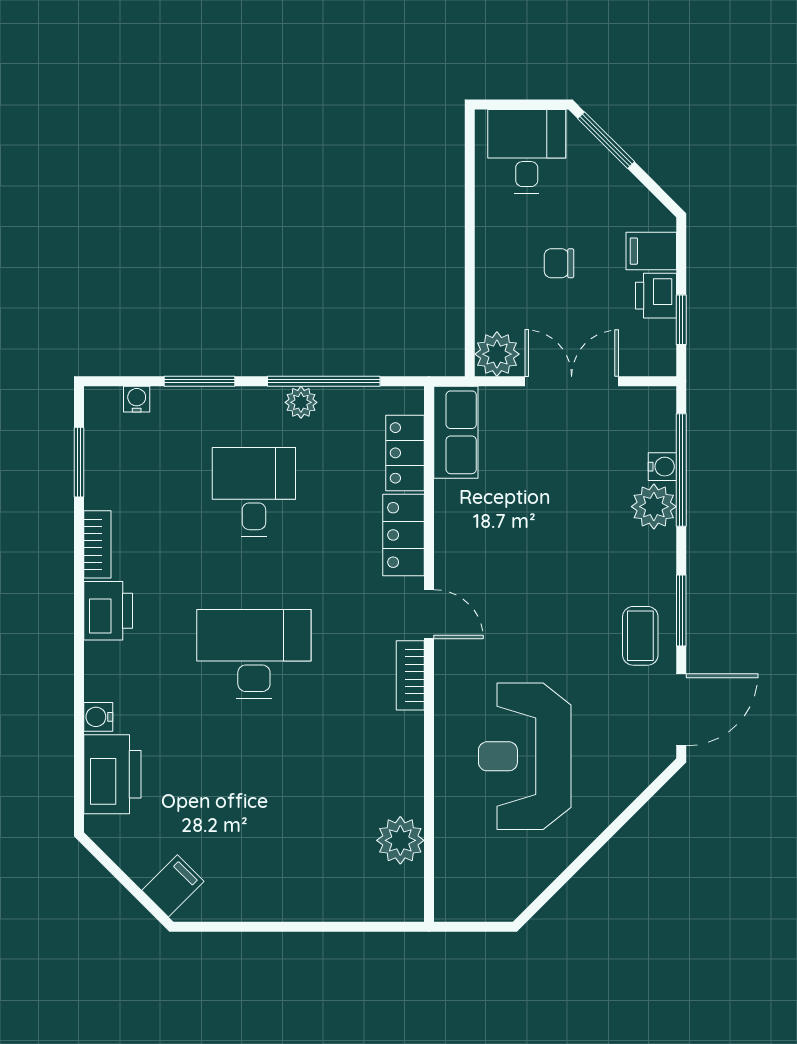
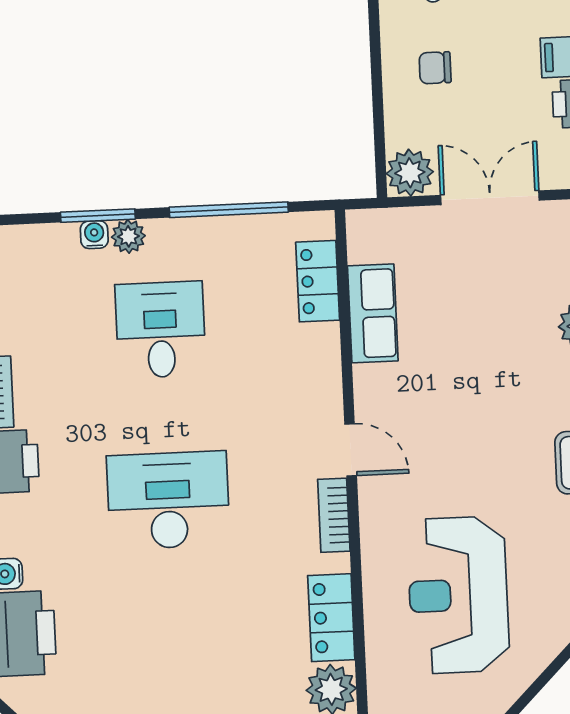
chair: (559, 263) -> (435, 68), moved
water cooler: (137, 399) -> (94, 235), moved
plant: (301, 402) -> (128, 236), moved
row of seats: (456, 432) -> (373, 313), moved
locker: (403, 535) -> (331, 618), moved

